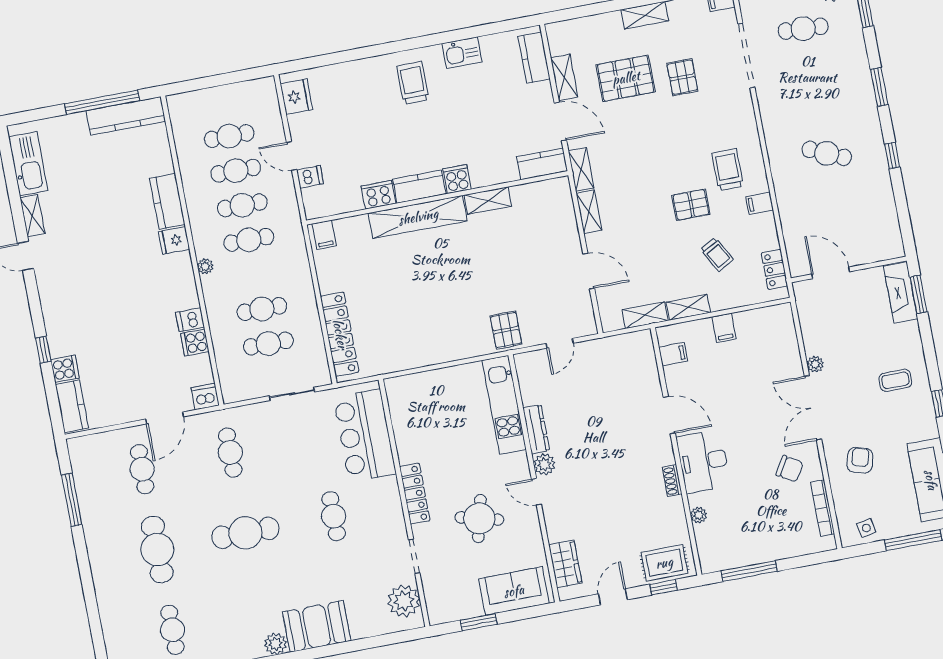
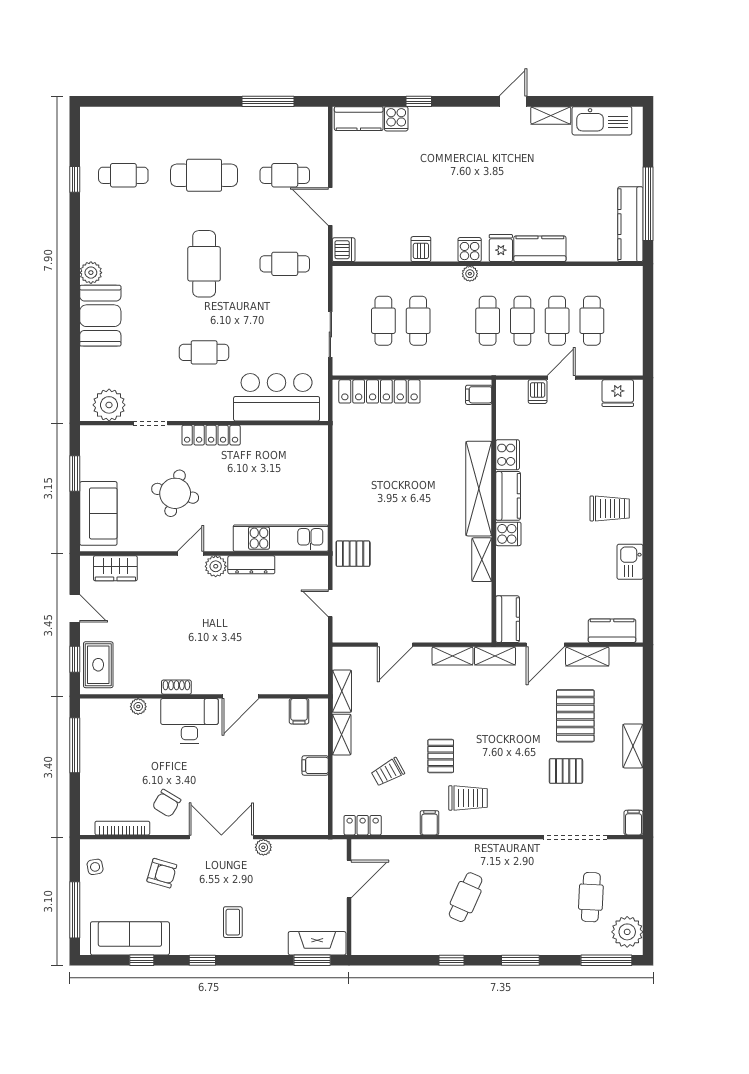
cooker: (195, 343) -> (470, 250), moved

